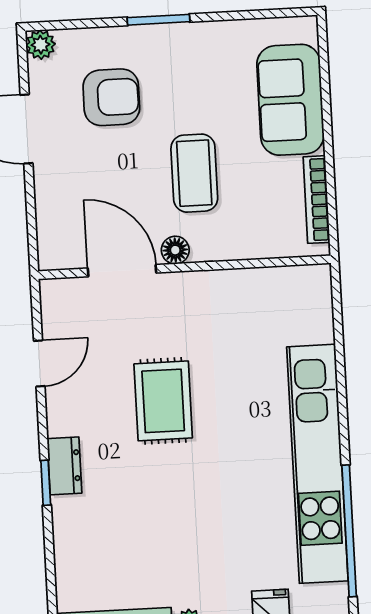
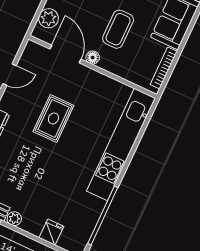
plant: (56, 221) -> (48, 18), added
kitchen unit: (317, 464) -> (121, 145), moved

